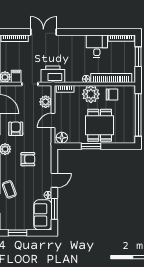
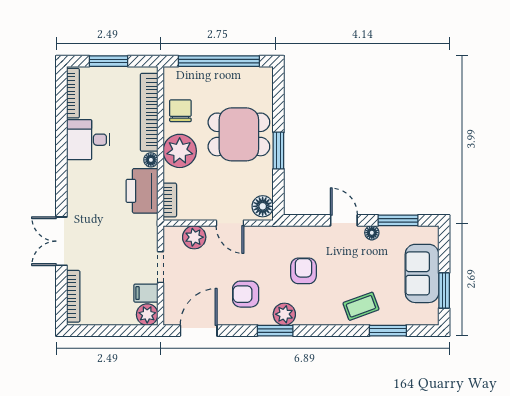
printer: (53, 74) -> (142, 191), moved
sofa: (43, 215) -> (422, 273), moved, turned 90

